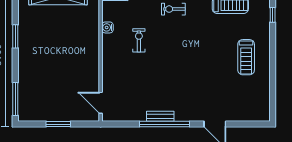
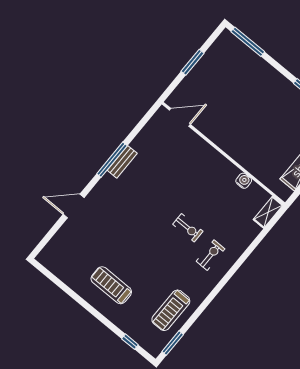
exercise bike: (139, 40) -> (188, 228), moved
window: (164, 124) -> (112, 160), width x0.68

